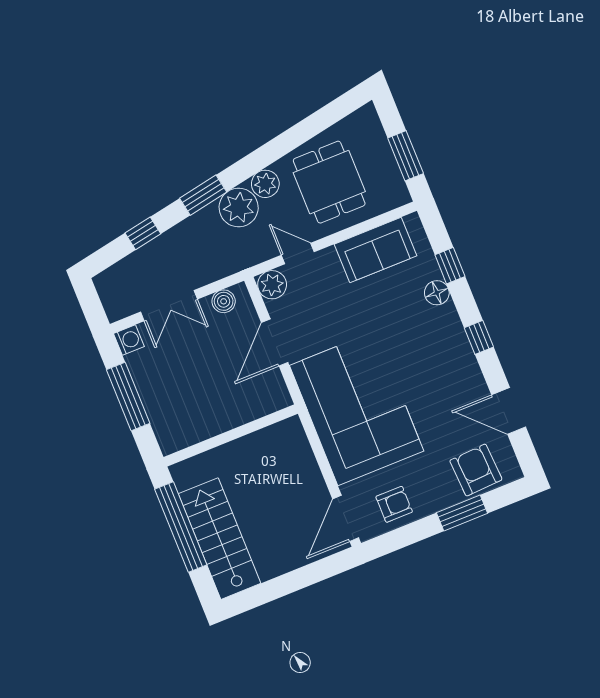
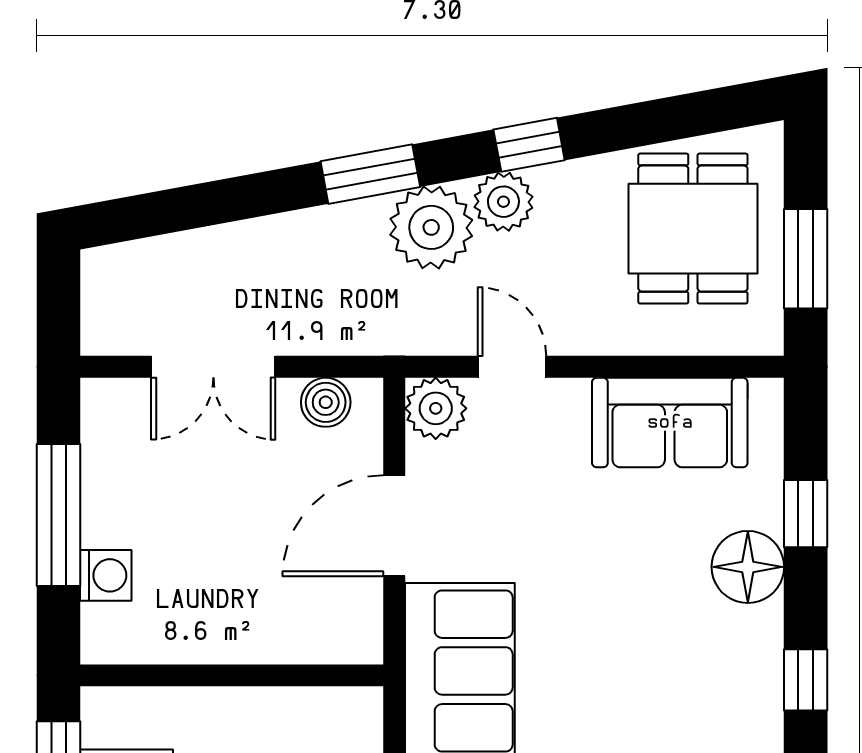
dining table: (329, 182) -> (693, 229), moved
window: (143, 233) -> (529, 145), moved
floor lamp: (437, 293) -> (748, 567), width x1.38, depth x1.38
washing machine: (129, 340) -> (106, 575), moved

